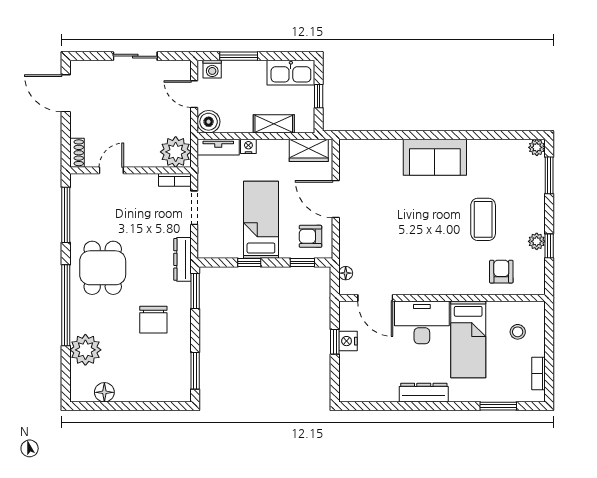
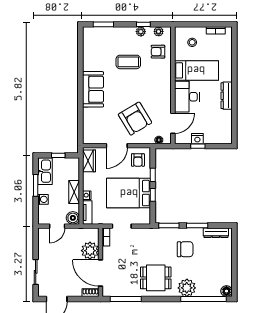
sliding door: (135, 56) -> (36, 272), moved
window: (239, 56) -> (36, 185), moved
washing machine: (212, 69) -> (43, 199), moved
shelving: (274, 124) -> (74, 192), moved
plant: (537, 147) -> (159, 31), moved
plant: (176, 152) -> (90, 251), moved
door: (111, 170) -> (101, 273), width x1.88
bed: (261, 220) -> (129, 193), width x1.50
armchair: (383, 231) -> (135, 119), added
dresser: (182, 259) -> (216, 233), moved
window: (302, 262) -> (153, 175), moved
window: (66, 305) -> (203, 299), moved
plant: (85, 350) -> (187, 288), moved
window: (195, 371) -> (197, 225), moved
floor lamp: (104, 392) -> (226, 291), moved
window: (498, 406) -> (234, 53), removed

